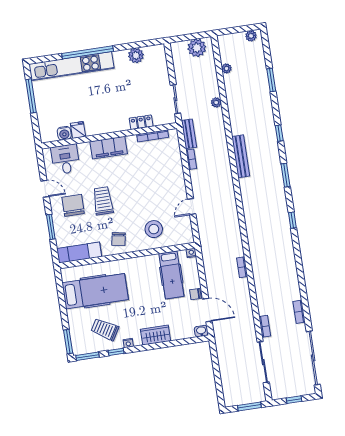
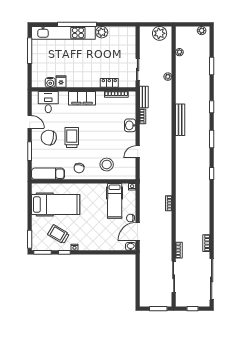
plant: (136, 55) -> (102, 32), moved
washbasin: (177, 173) -> (130, 125), added
chair: (73, 205) -> (49, 138), turned -79
door: (207, 310) -> (138, 231), swing flipped
wardrobe: (156, 335) -> (96, 244), removed

